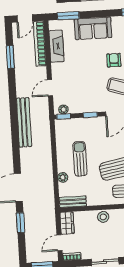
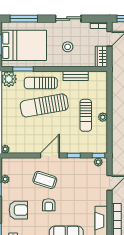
plant: (63, 177) -> (103, 117), moved
bench: (73, 202) -> (76, 76), moved
stool: (103, 217) -> (68, 47), moved

